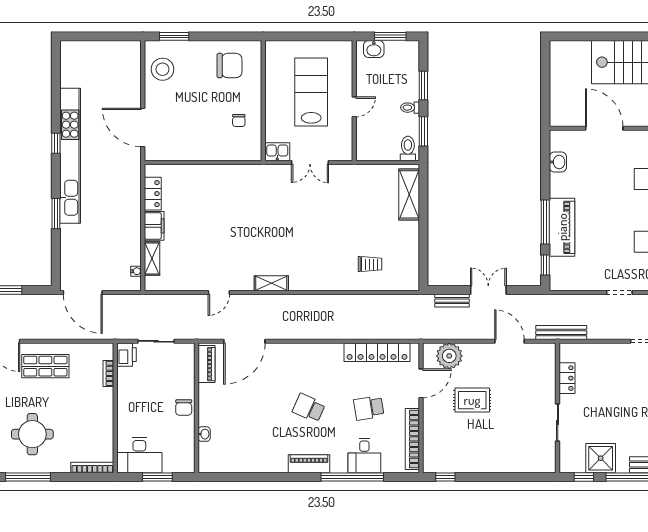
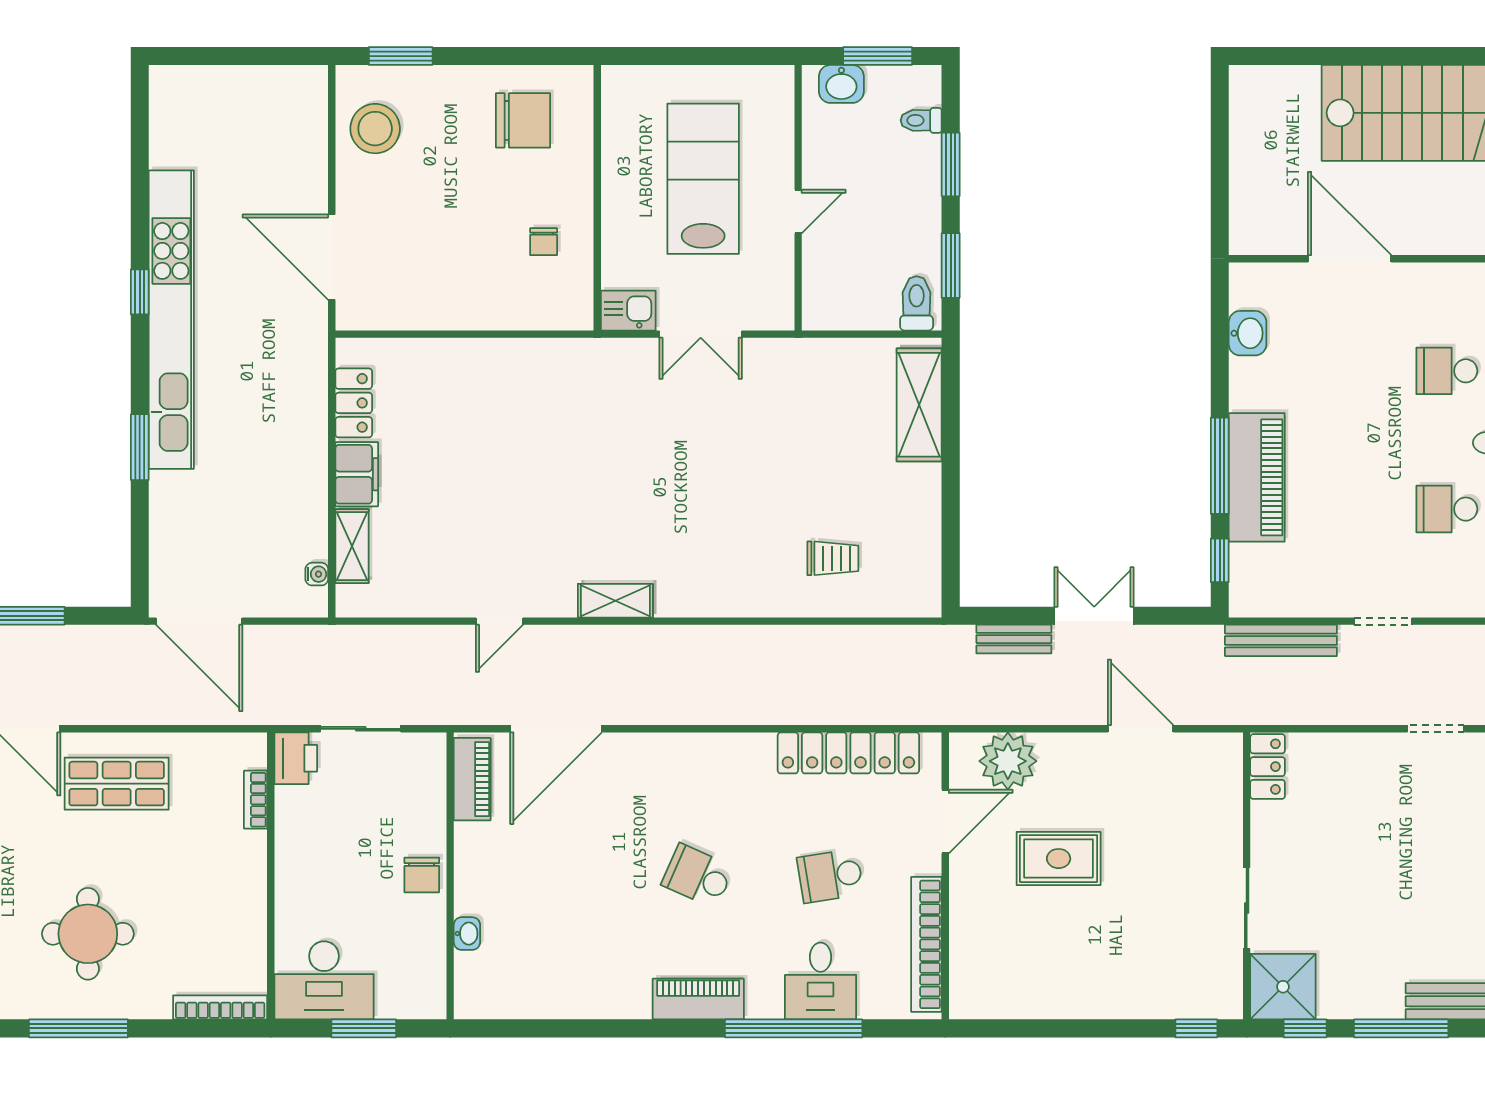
toilet: (410, 108) -> (921, 120), moved
bench: (561, 333) -> (1281, 640), moved
locker: (567, 378) -> (1268, 767), moved
shower: (601, 458) -> (1283, 987), moved
window: (445, 477) -> (1196, 1028), moved

